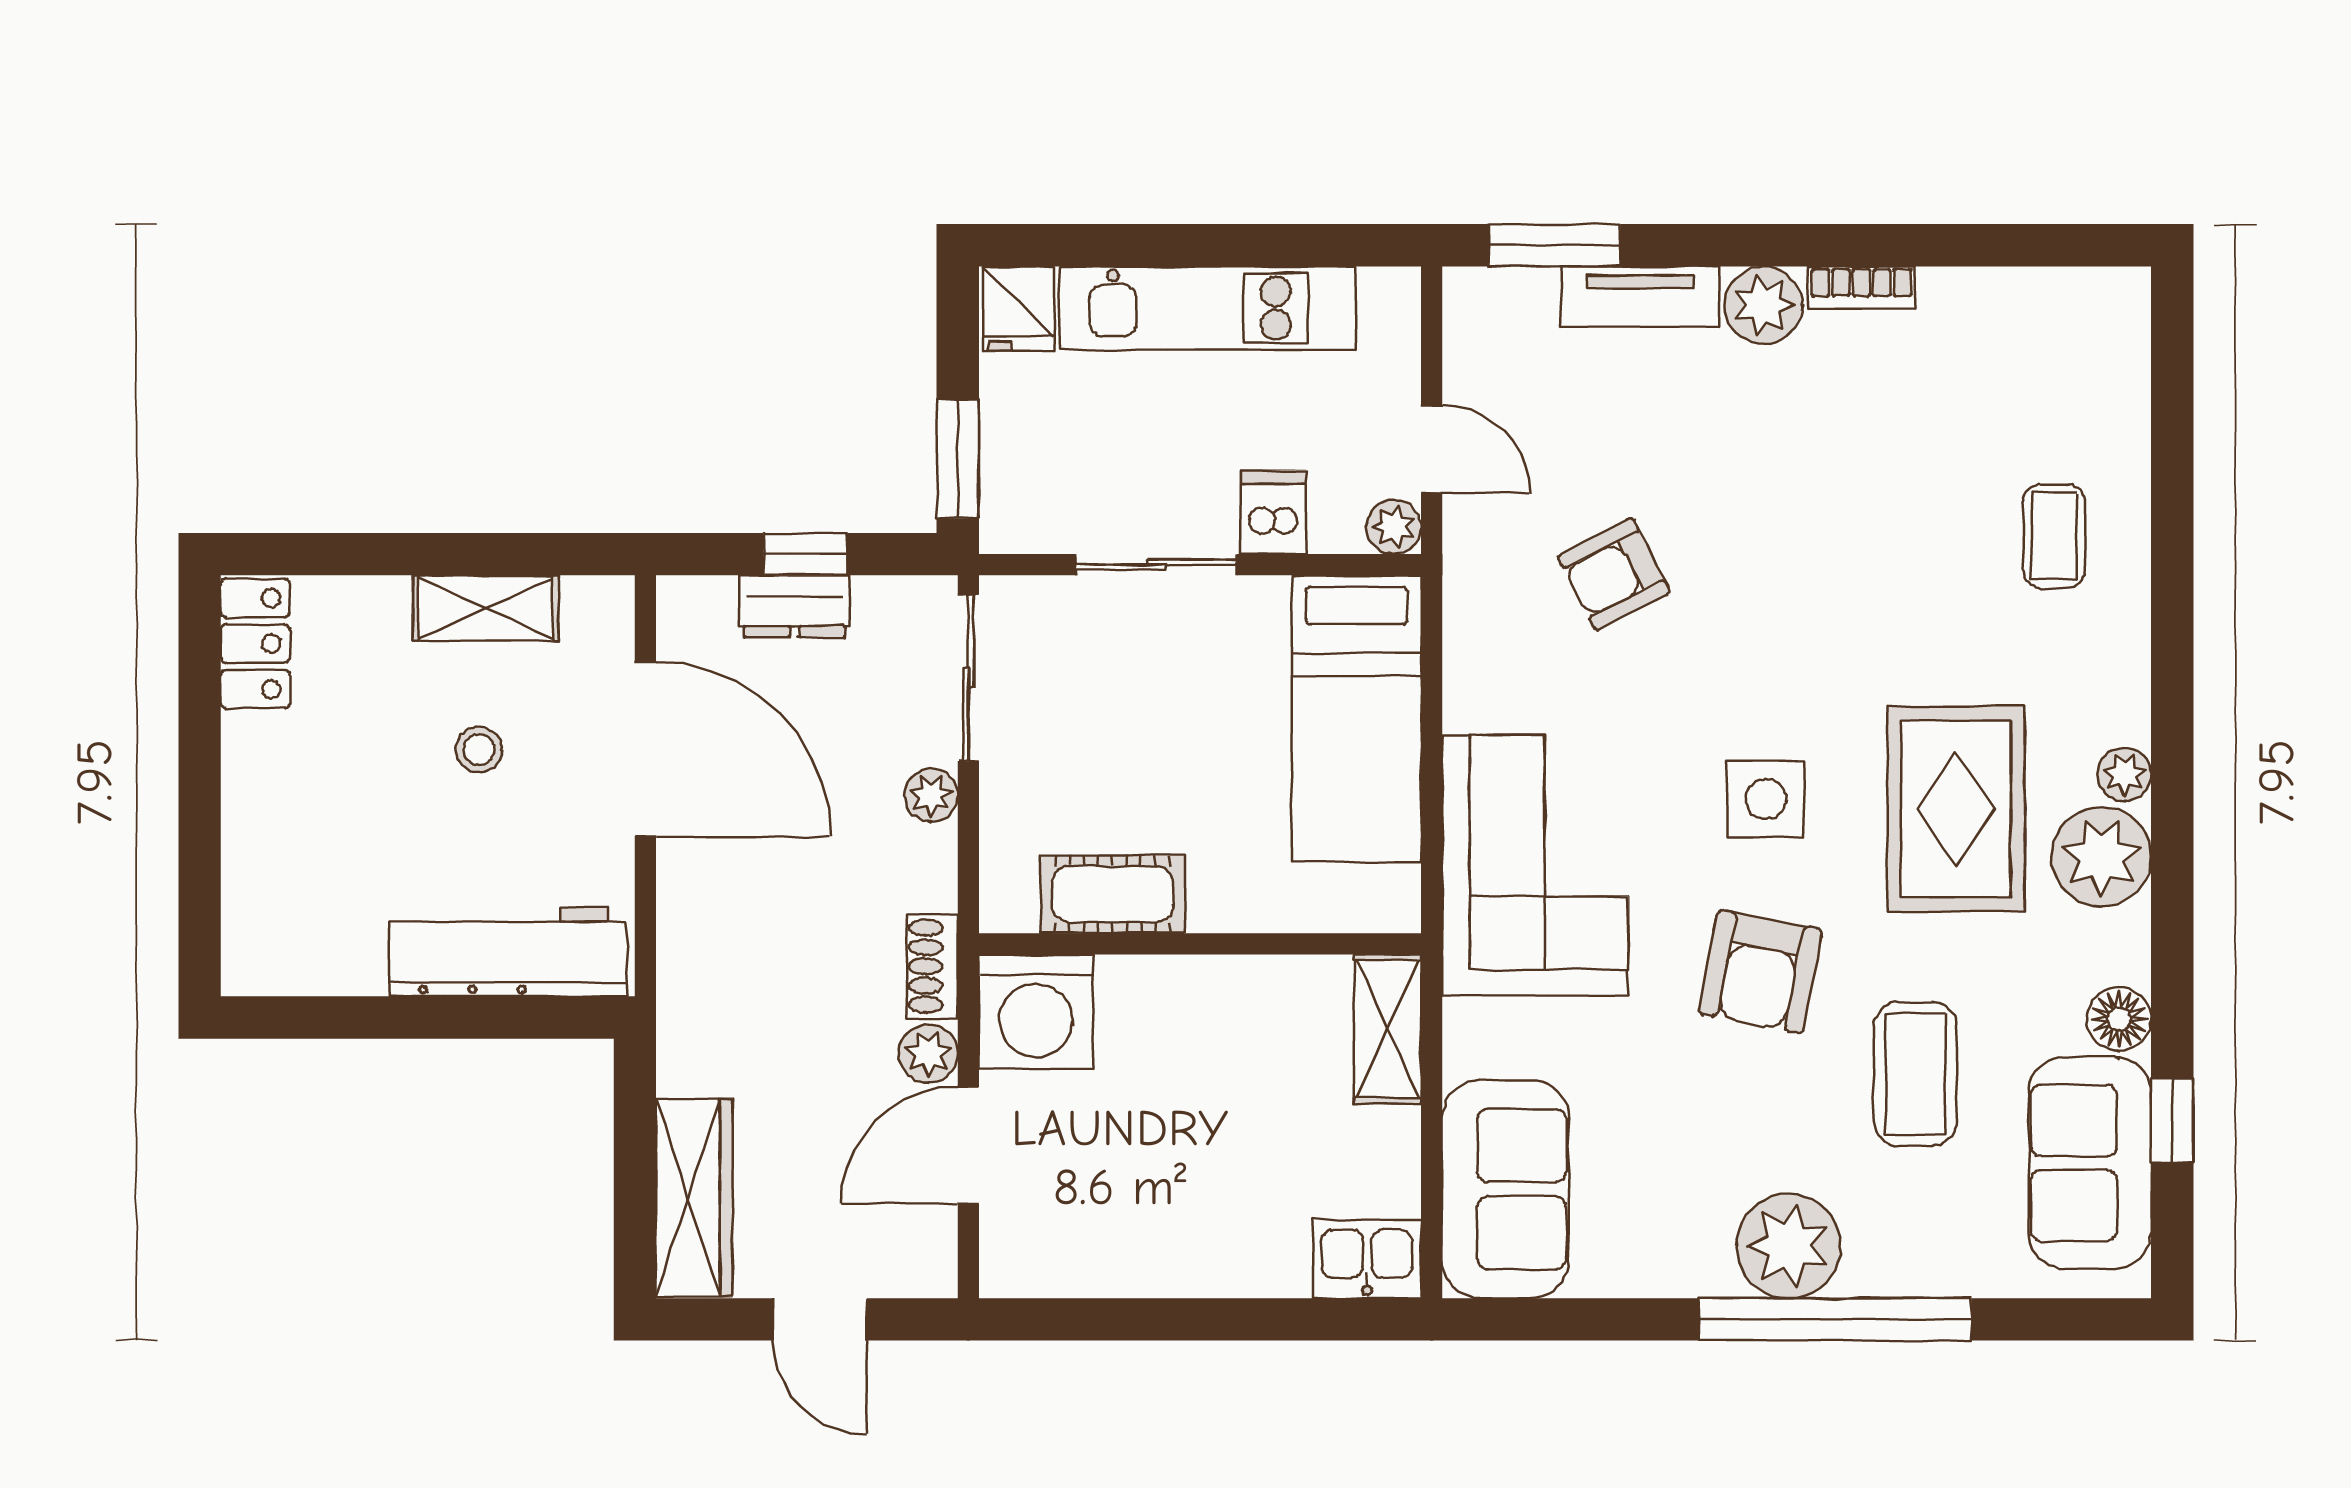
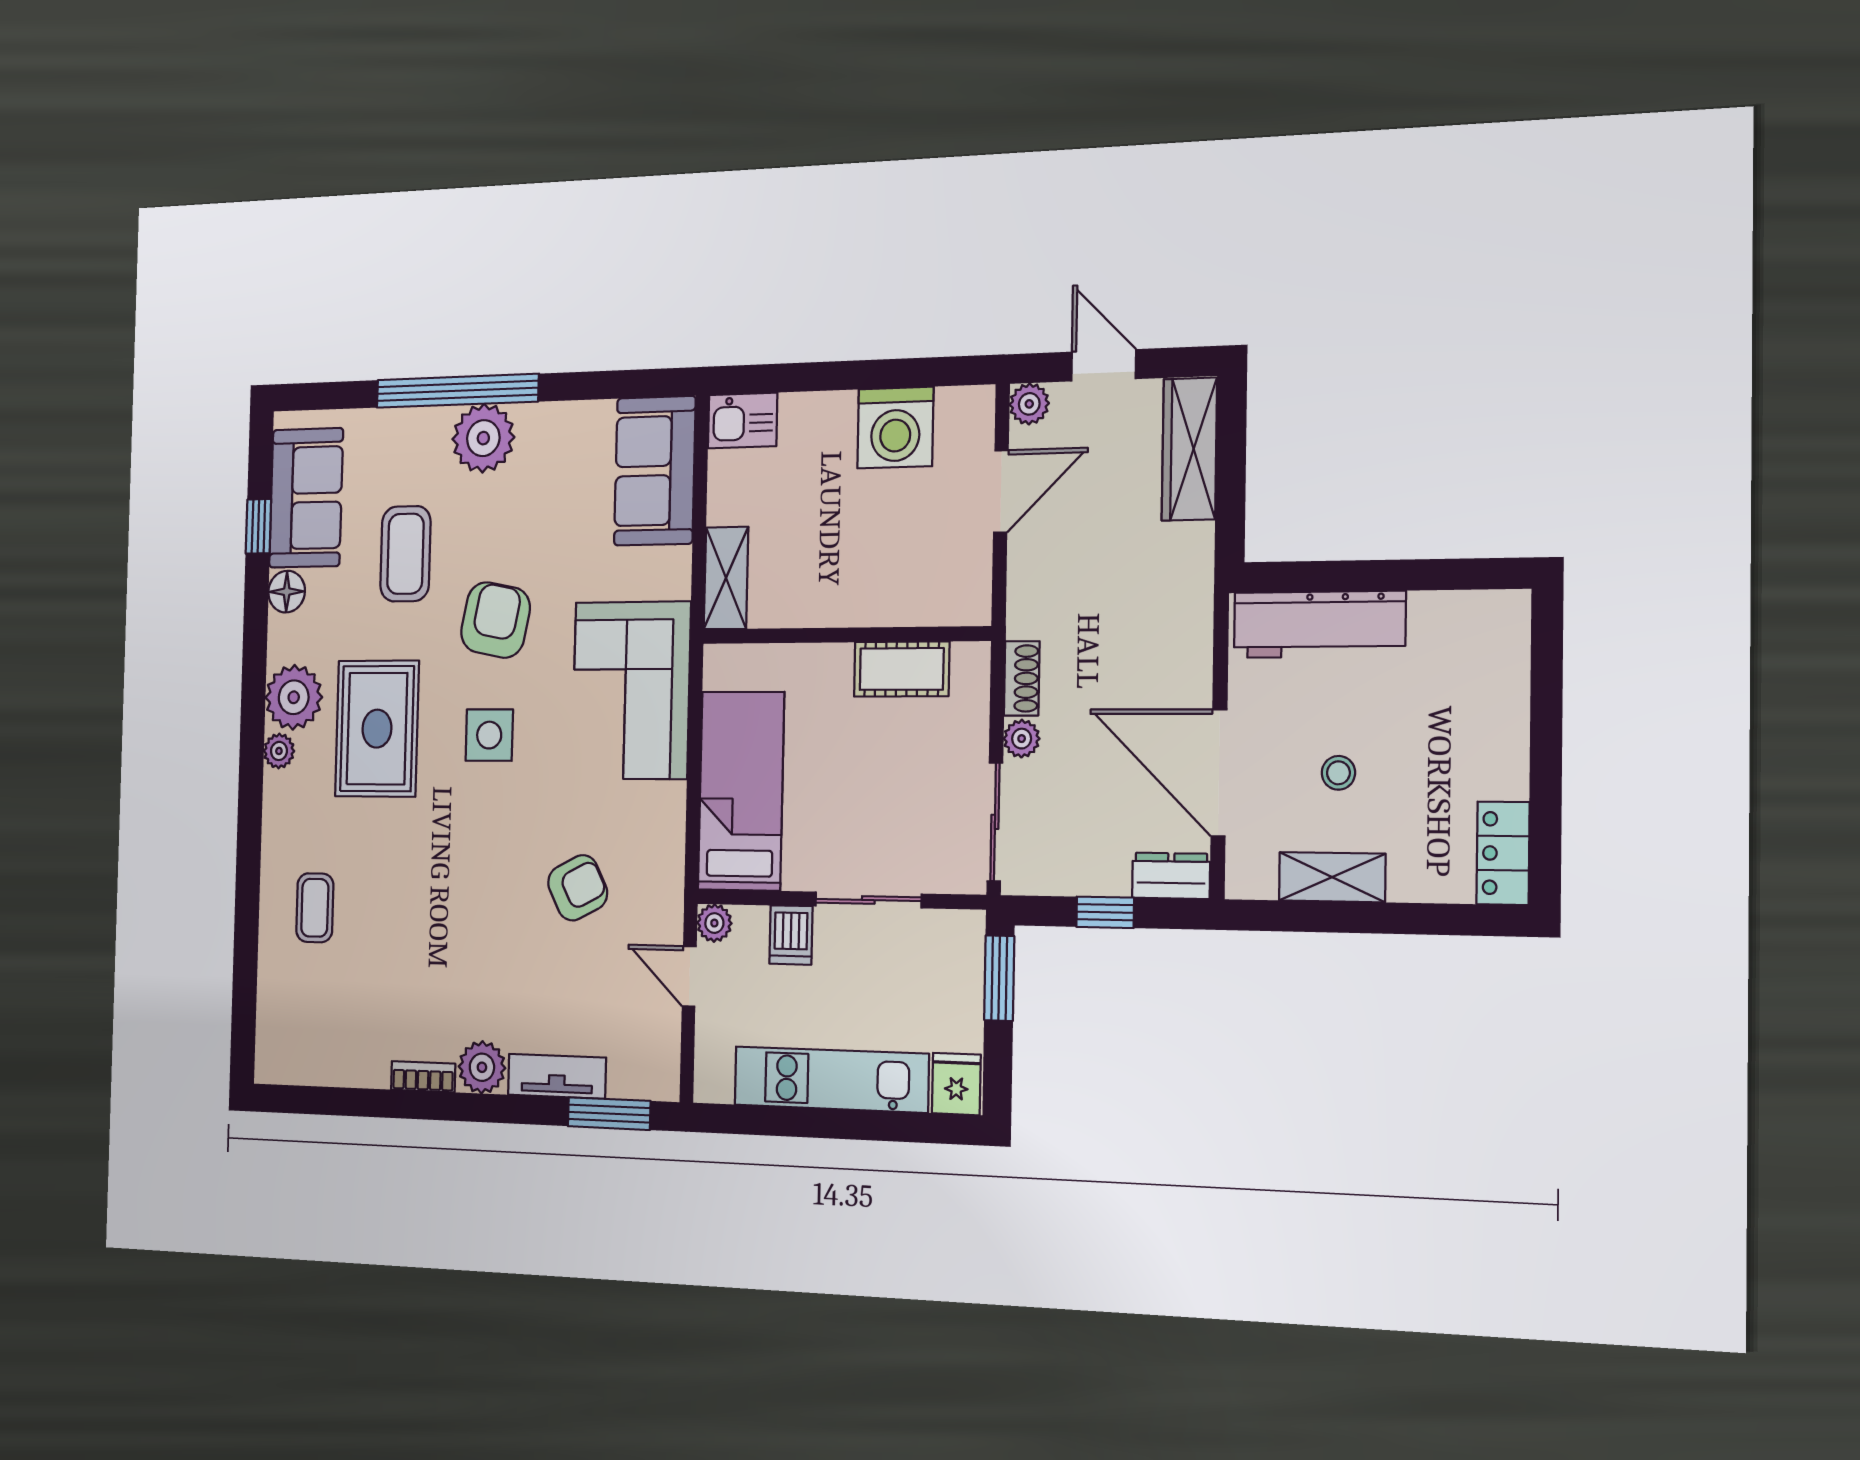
dresser: (795, 606) -> (1171, 876), moved
shoe rack: (932, 966) -> (1022, 678), moved
washing machine: (1036, 1011) -> (895, 428), moved, turned 180
plant: (928, 1054) -> (1029, 404), moved

